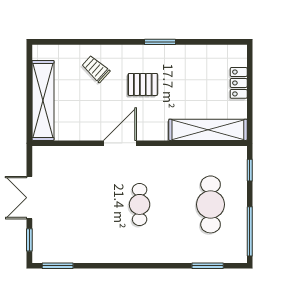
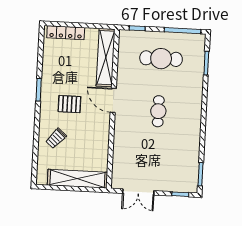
locker: (239, 83) -> (66, 33), width x1.53
pallet: (143, 84) -> (69, 104), turned 90
door: (120, 143) -> (113, 100), moved
double door: (29, 198) -> (138, 192), moved
cafe table: (140, 204) -> (158, 111), turned 90

